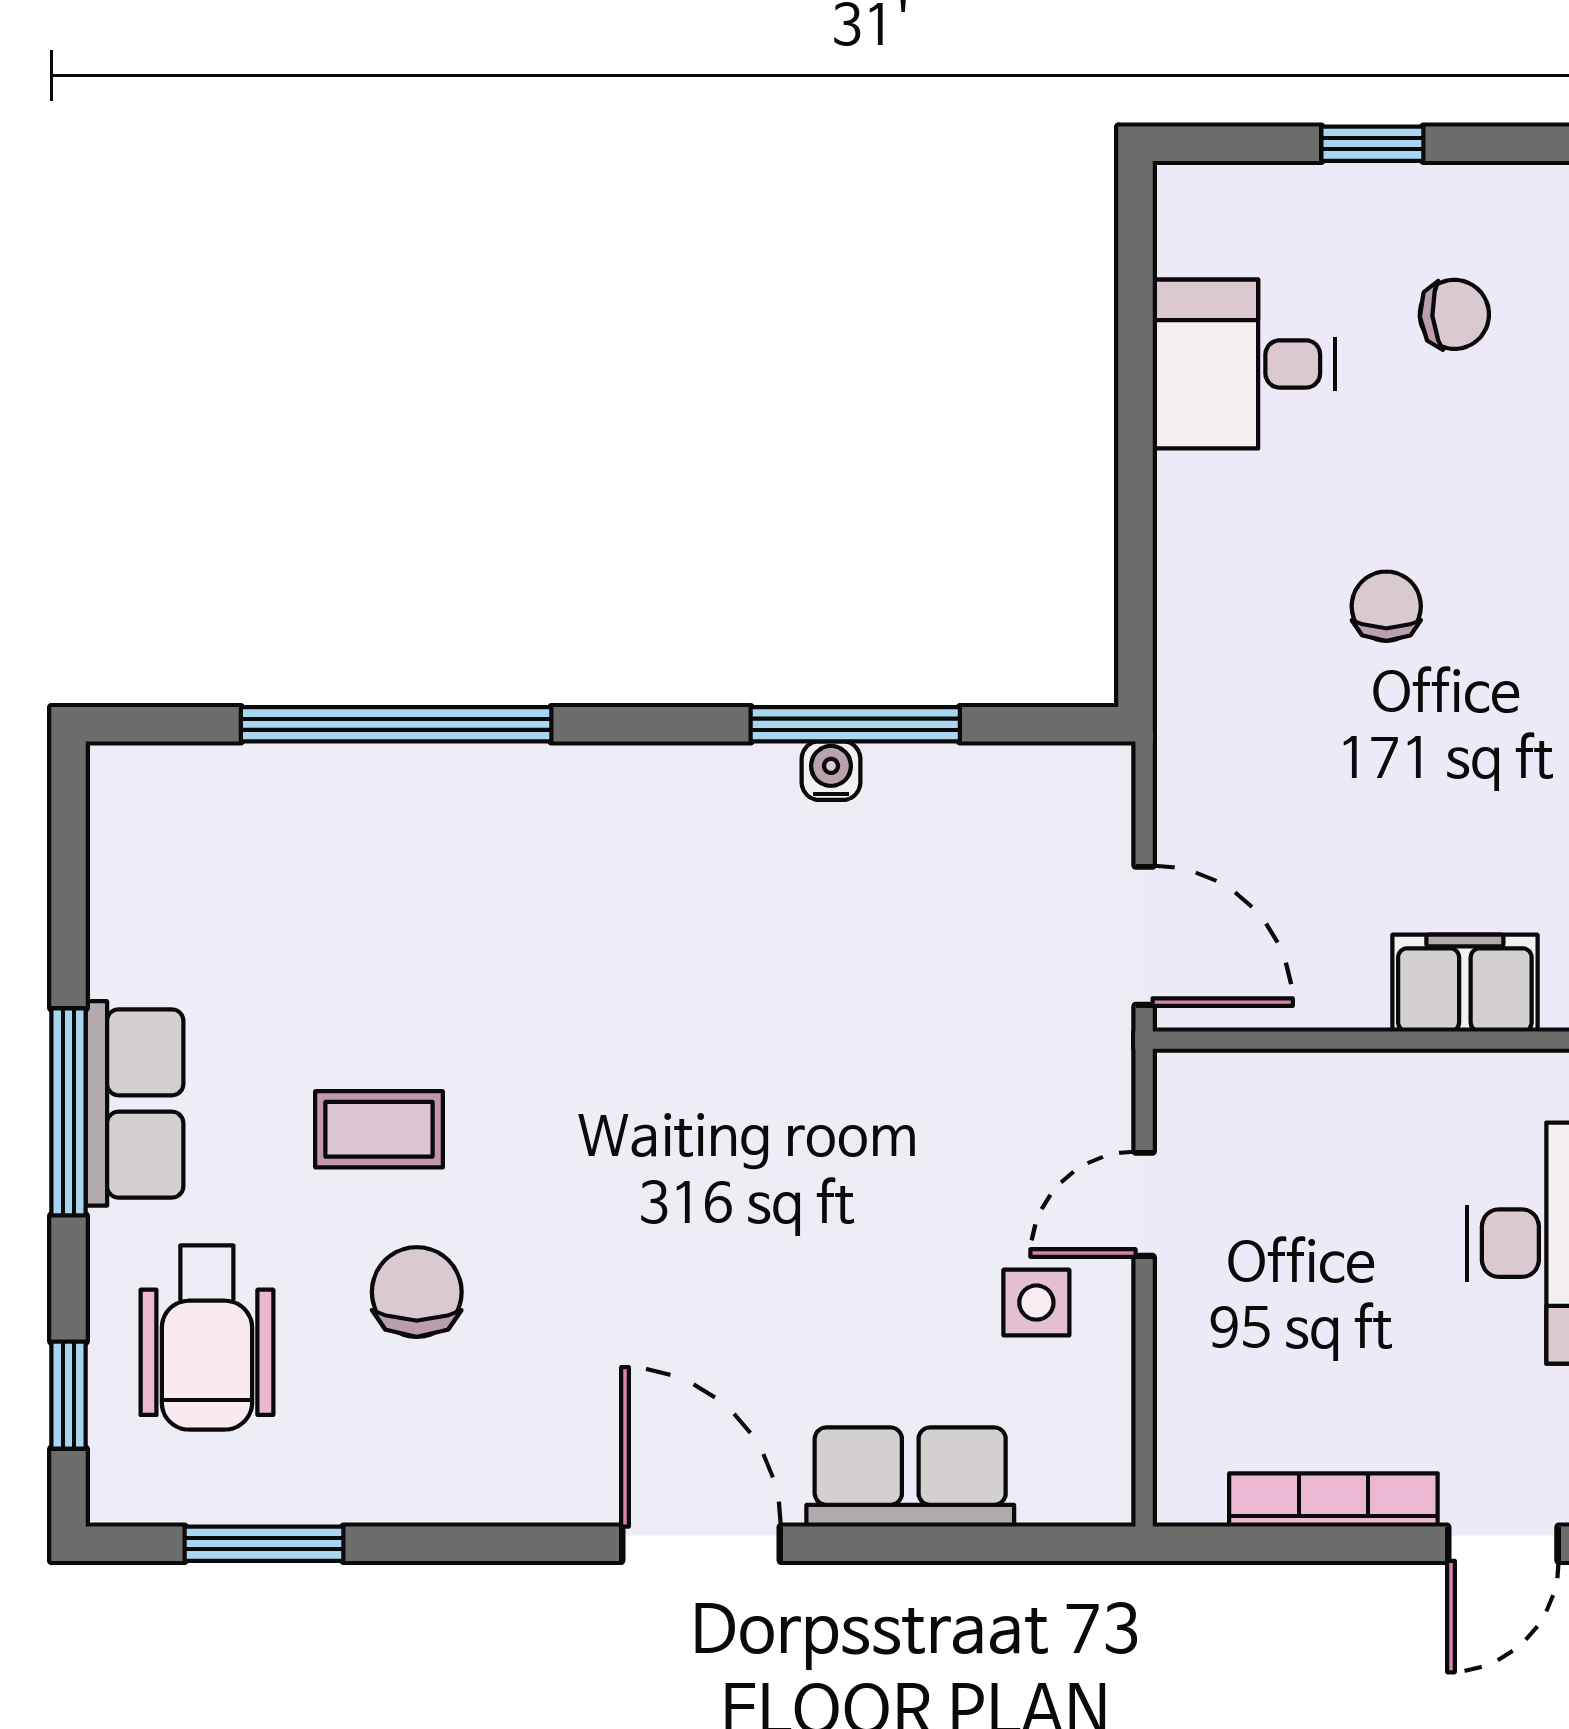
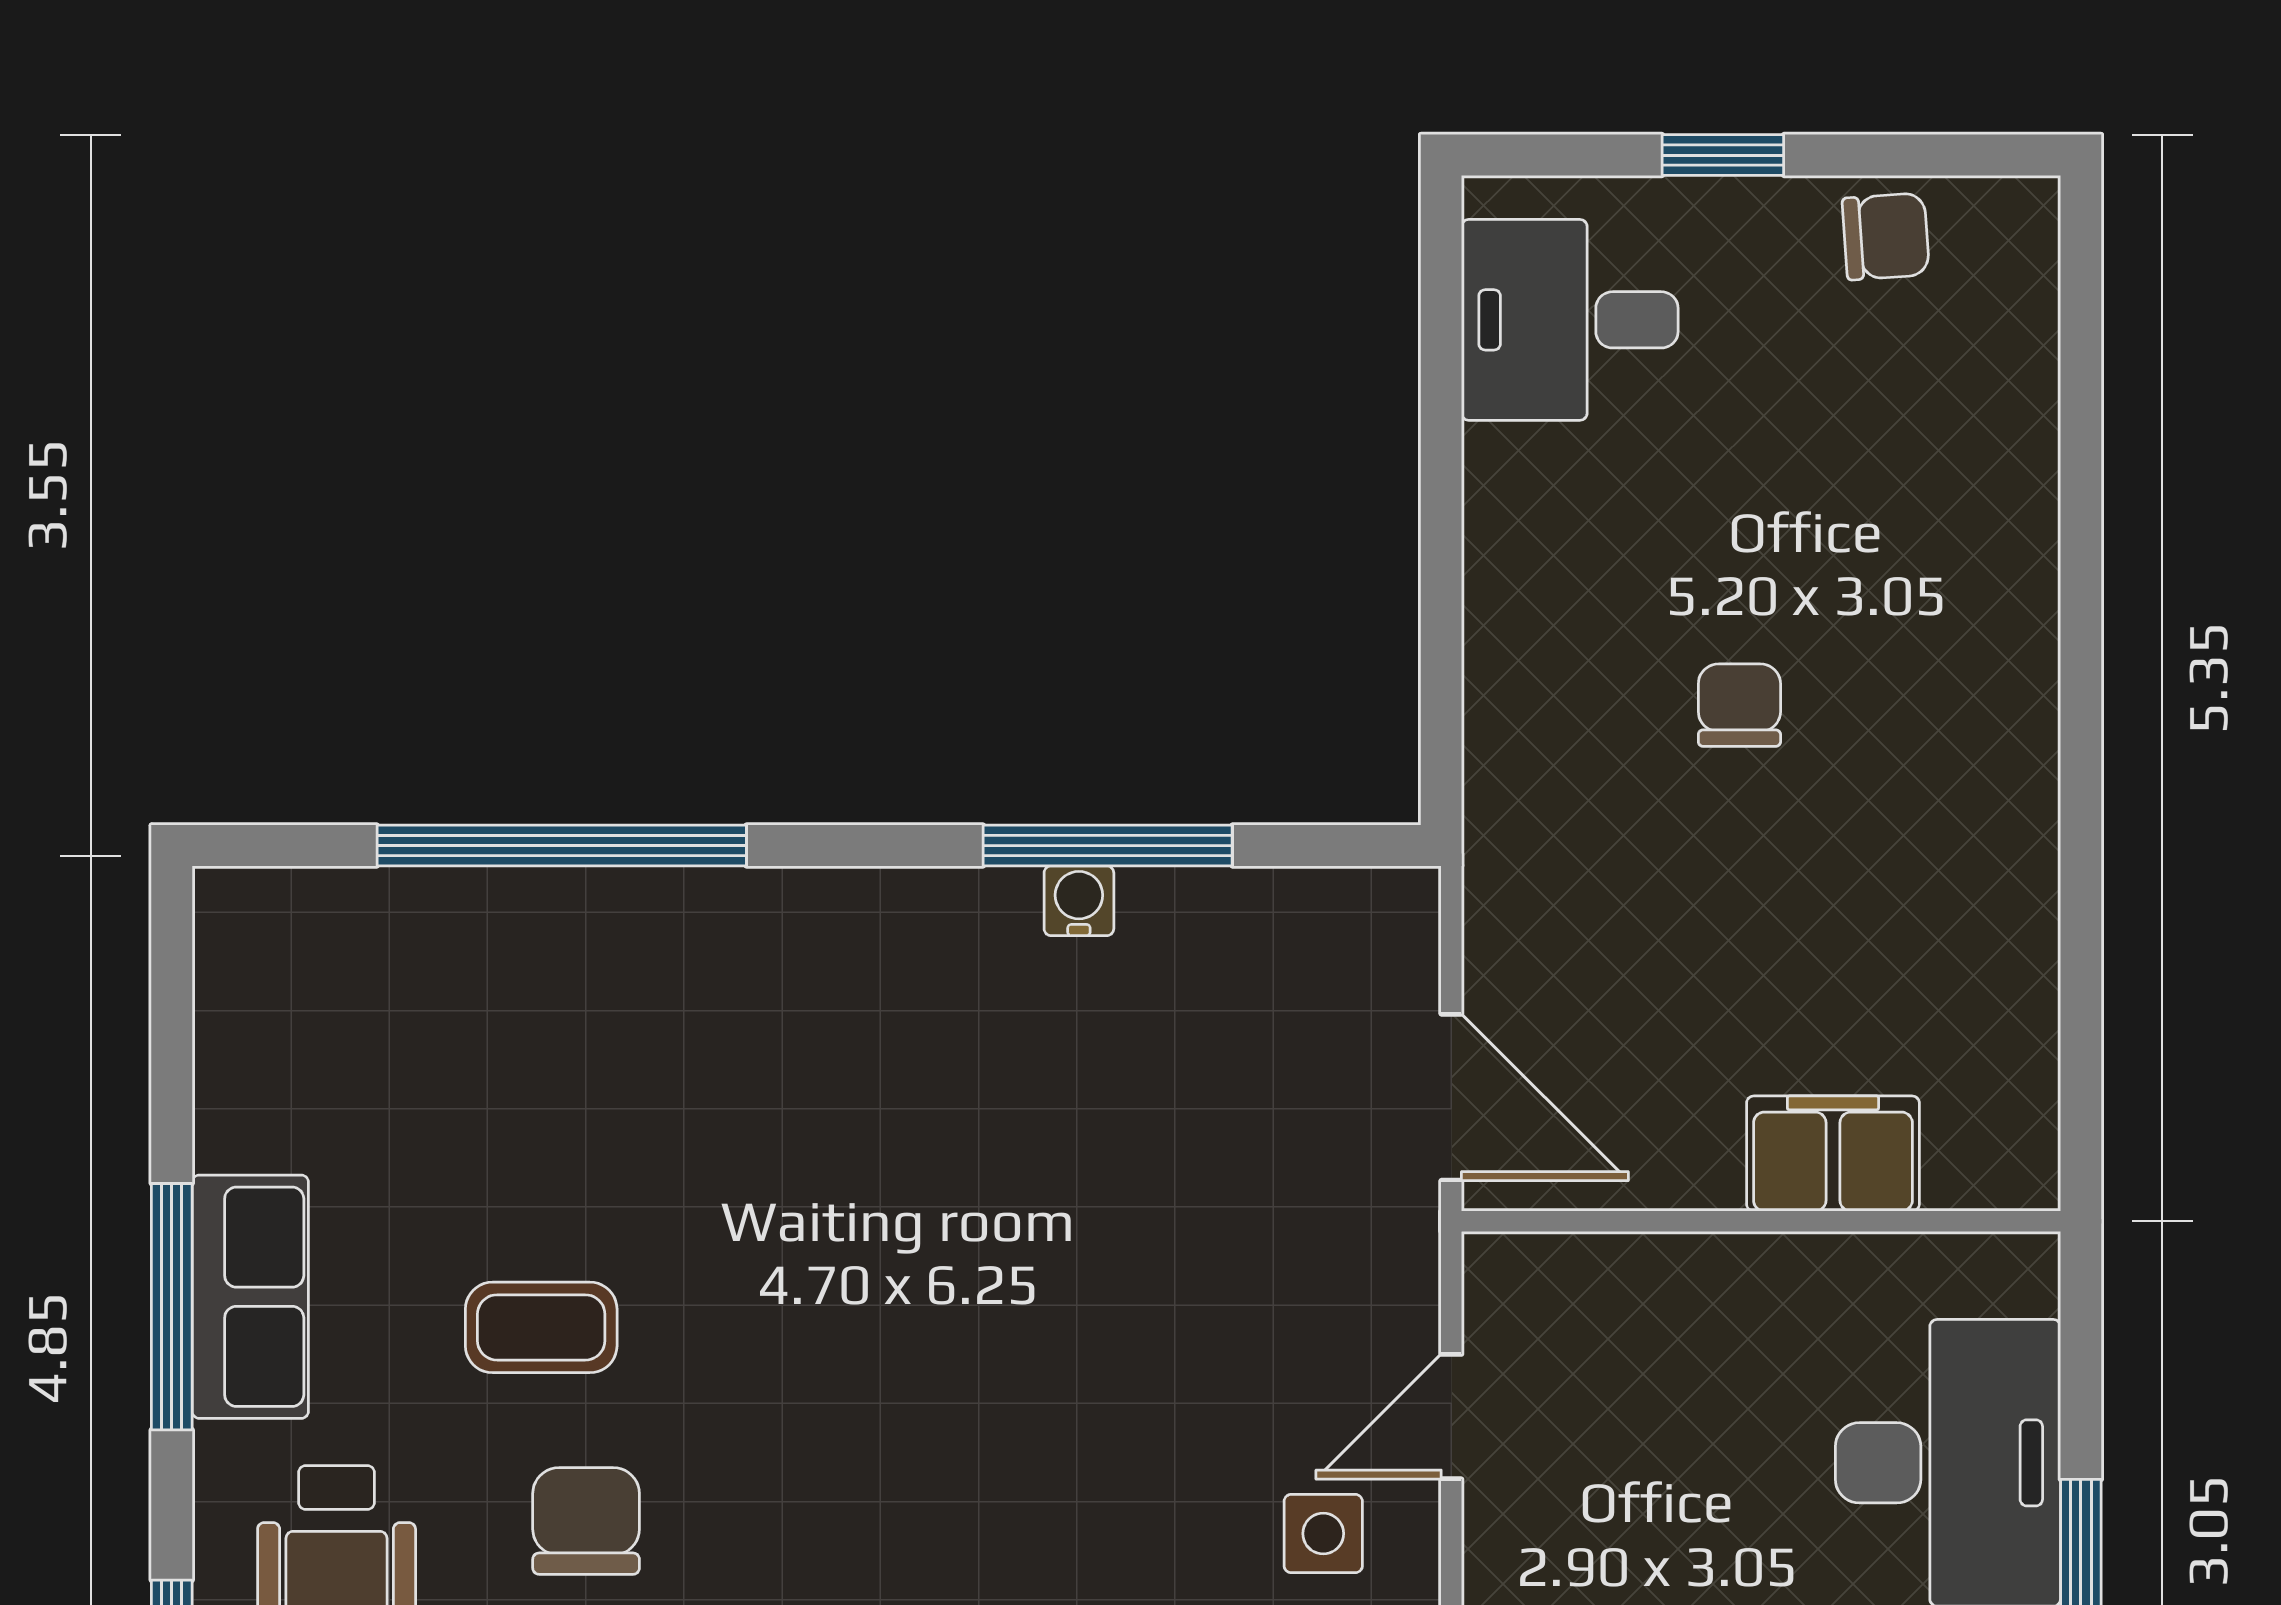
chair: (1454, 314) -> (1886, 236), moved
desk: (1244, 364) -> (1570, 320), moved

